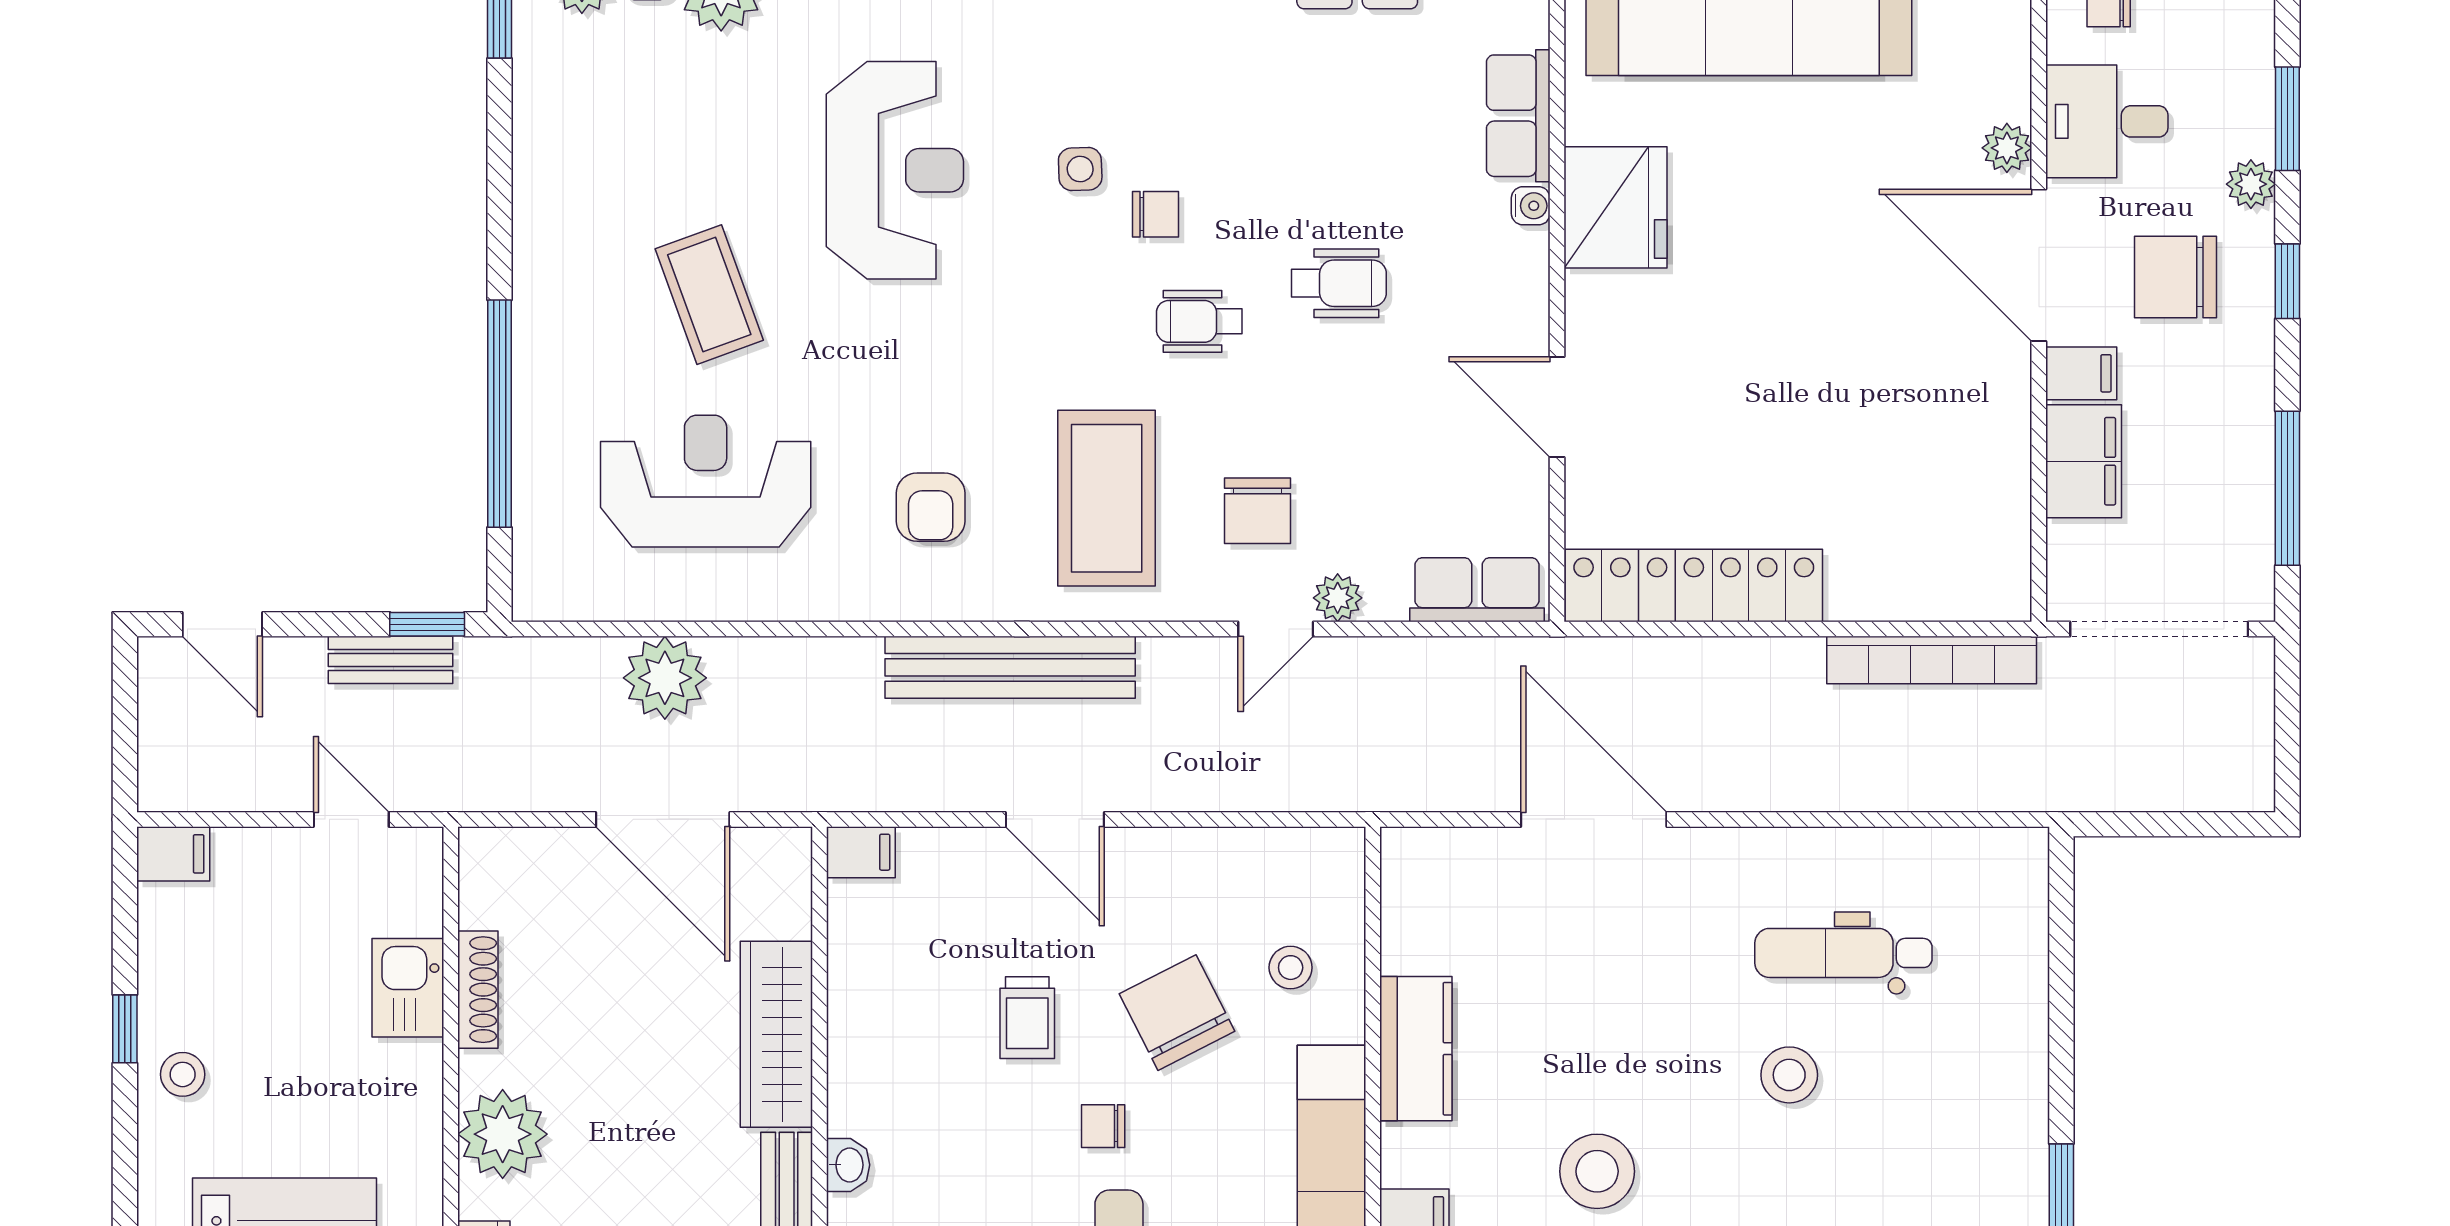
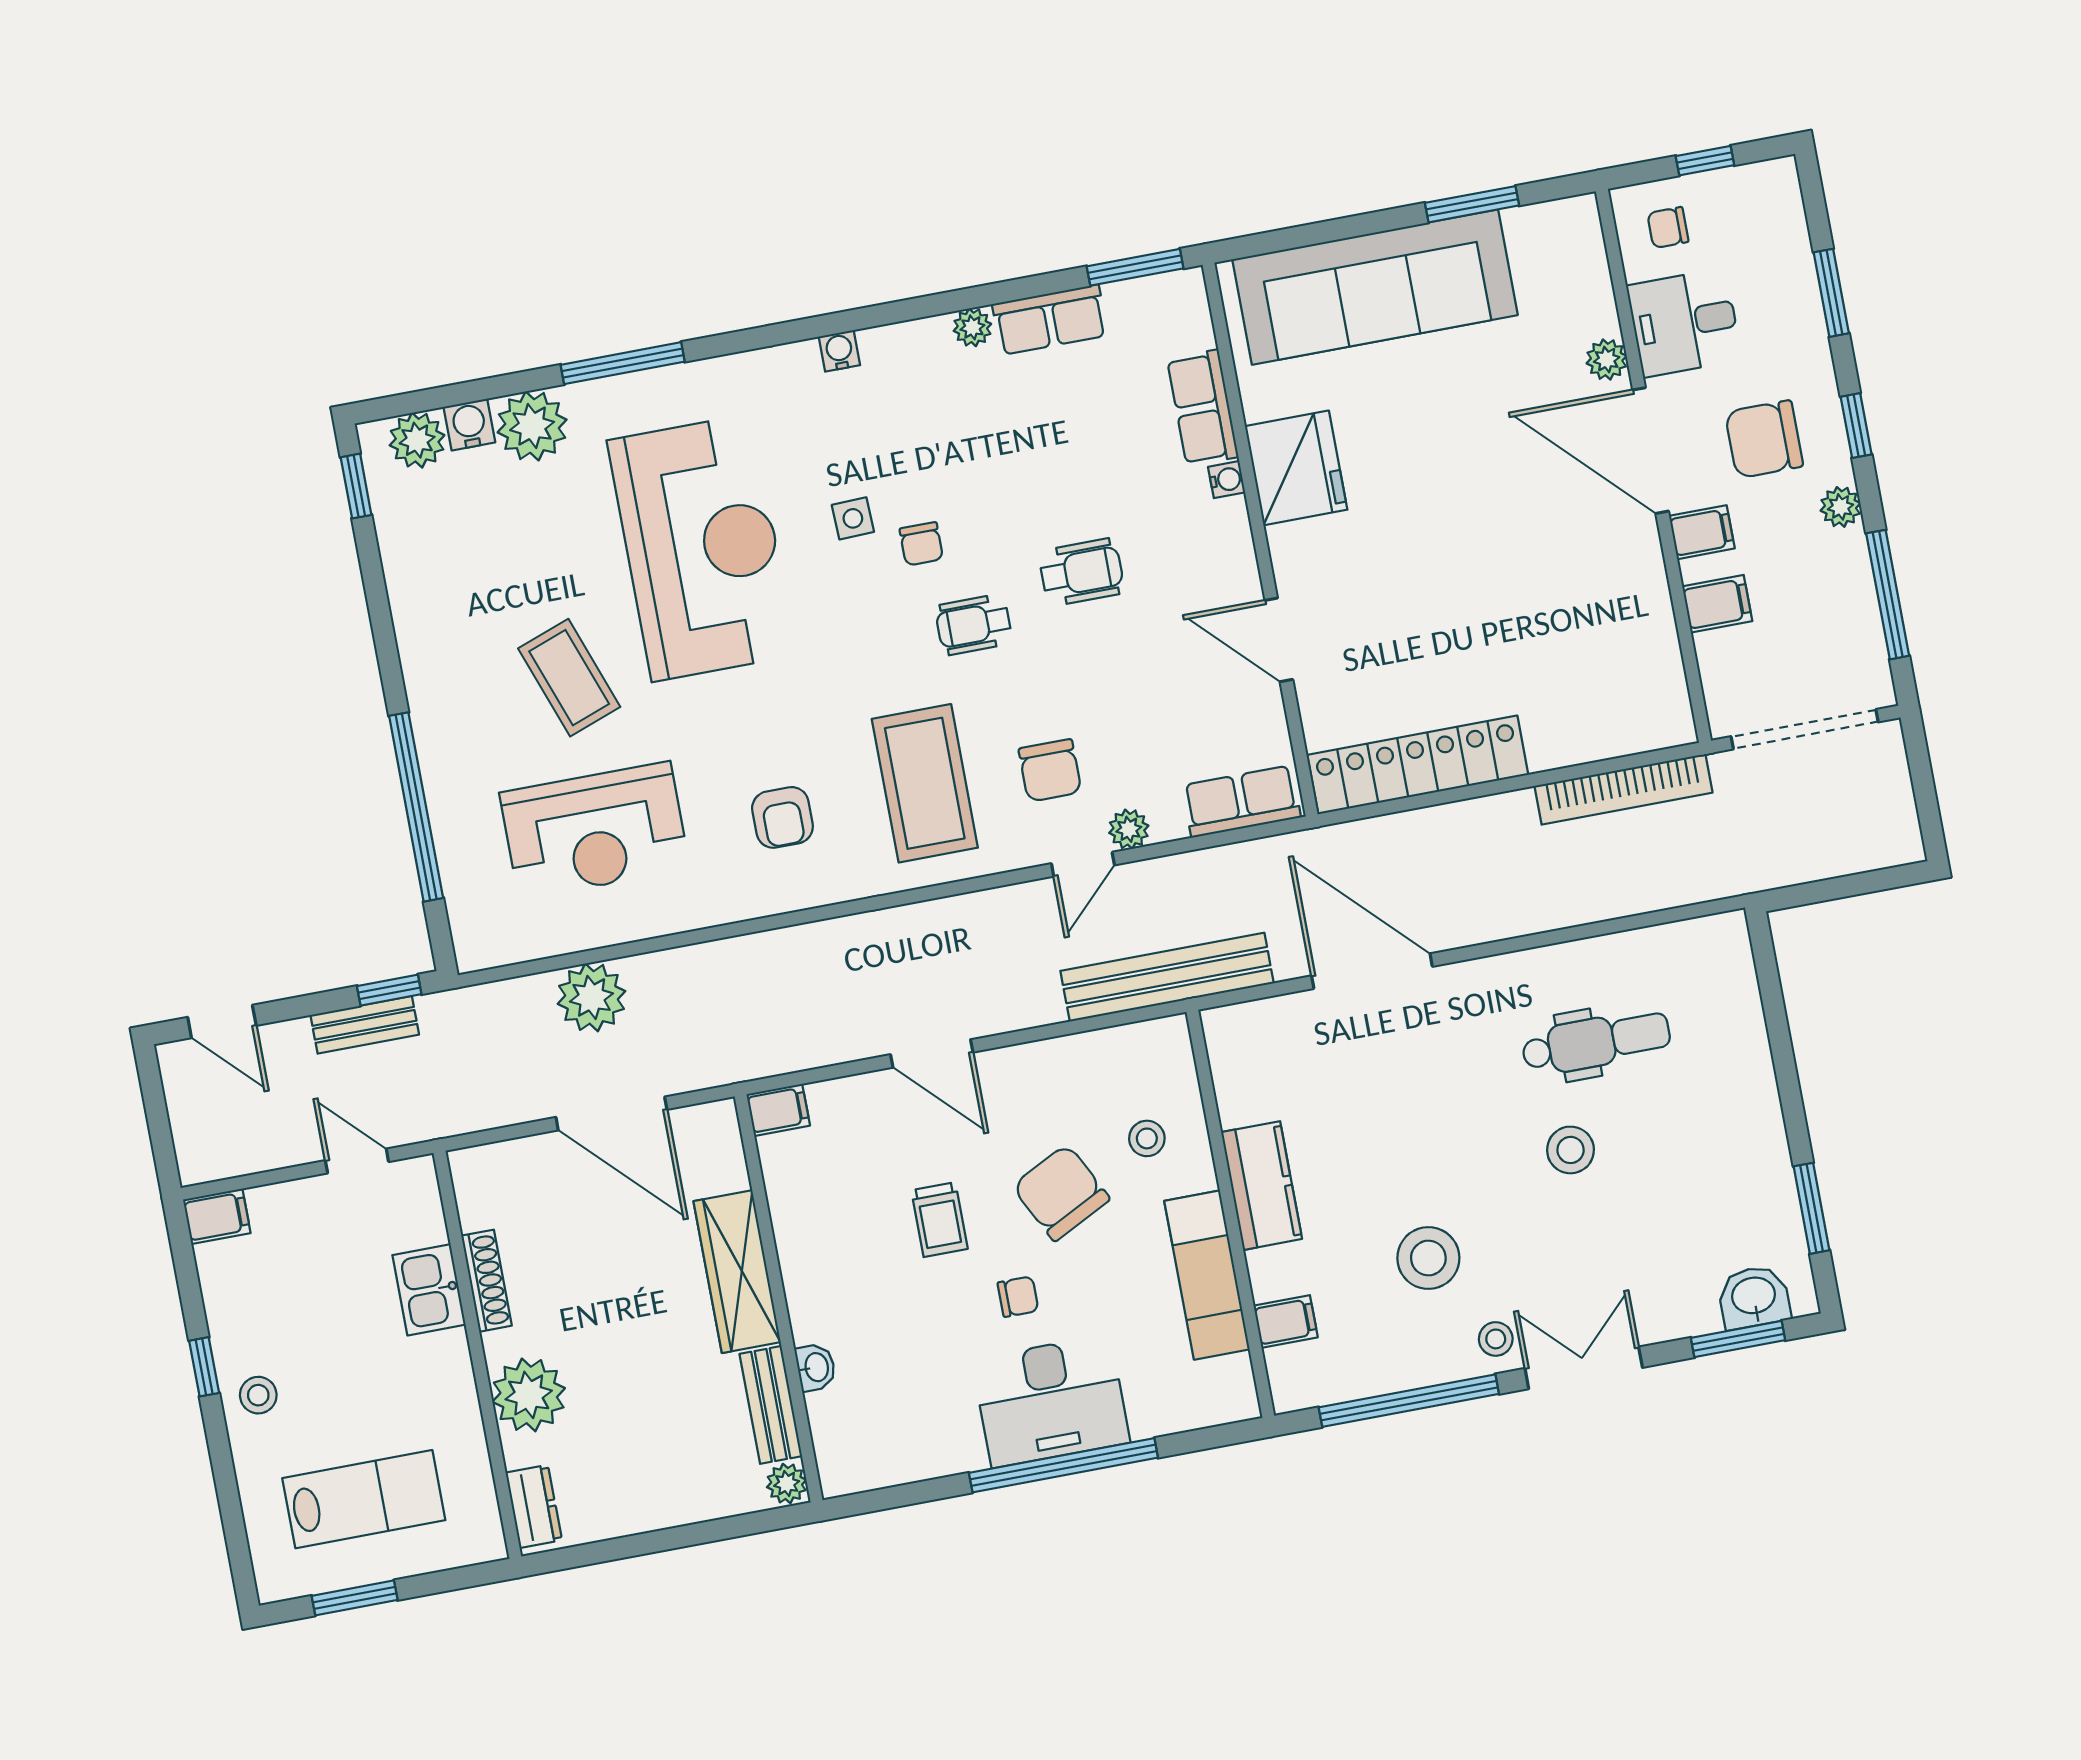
reception desk: (895, 170) -> (702, 548), width x1.36, depth x1.30
plant: (2251, 184) -> (1841, 507), moved
chair: (1155, 214) -> (921, 544), turned 90
filing cabinet: (2084, 461) -> (1717, 604), width x0.50
reception desk: (706, 481) -> (595, 831), turned 180
bench: (1010, 667) -> (1167, 977), moved
dental chair: (1843, 953) -> (1596, 1042), turned 180
chair: (1103, 1126) -> (1018, 1297), turned 180

